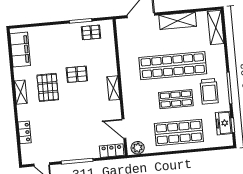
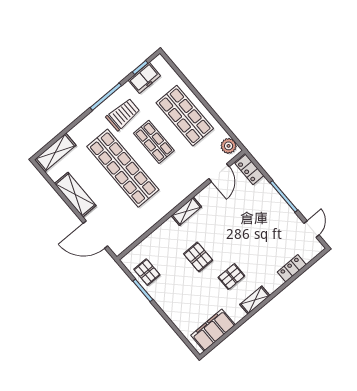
pallet: (48, 87) -> (231, 277), width x0.67, depth x0.71

